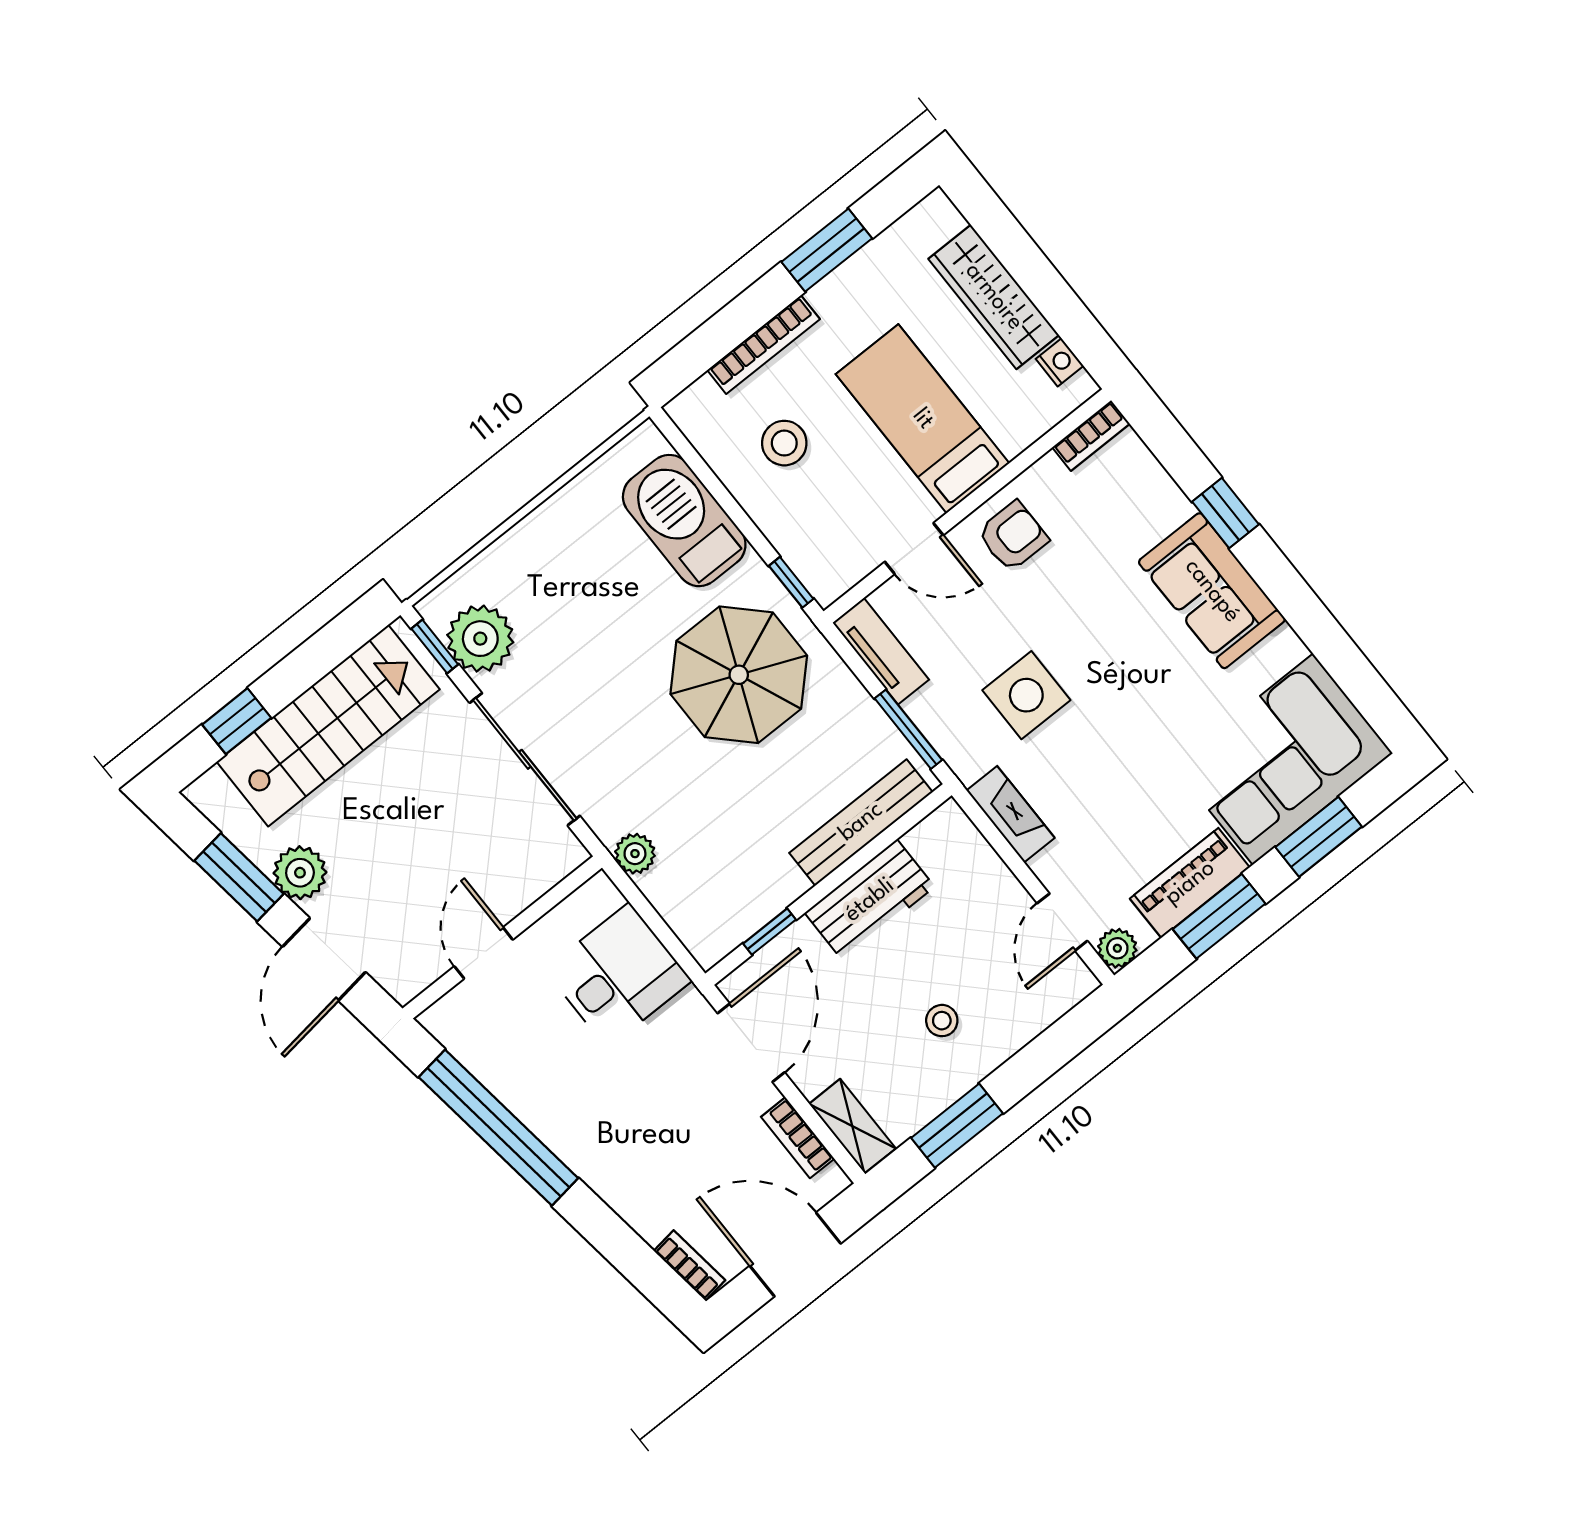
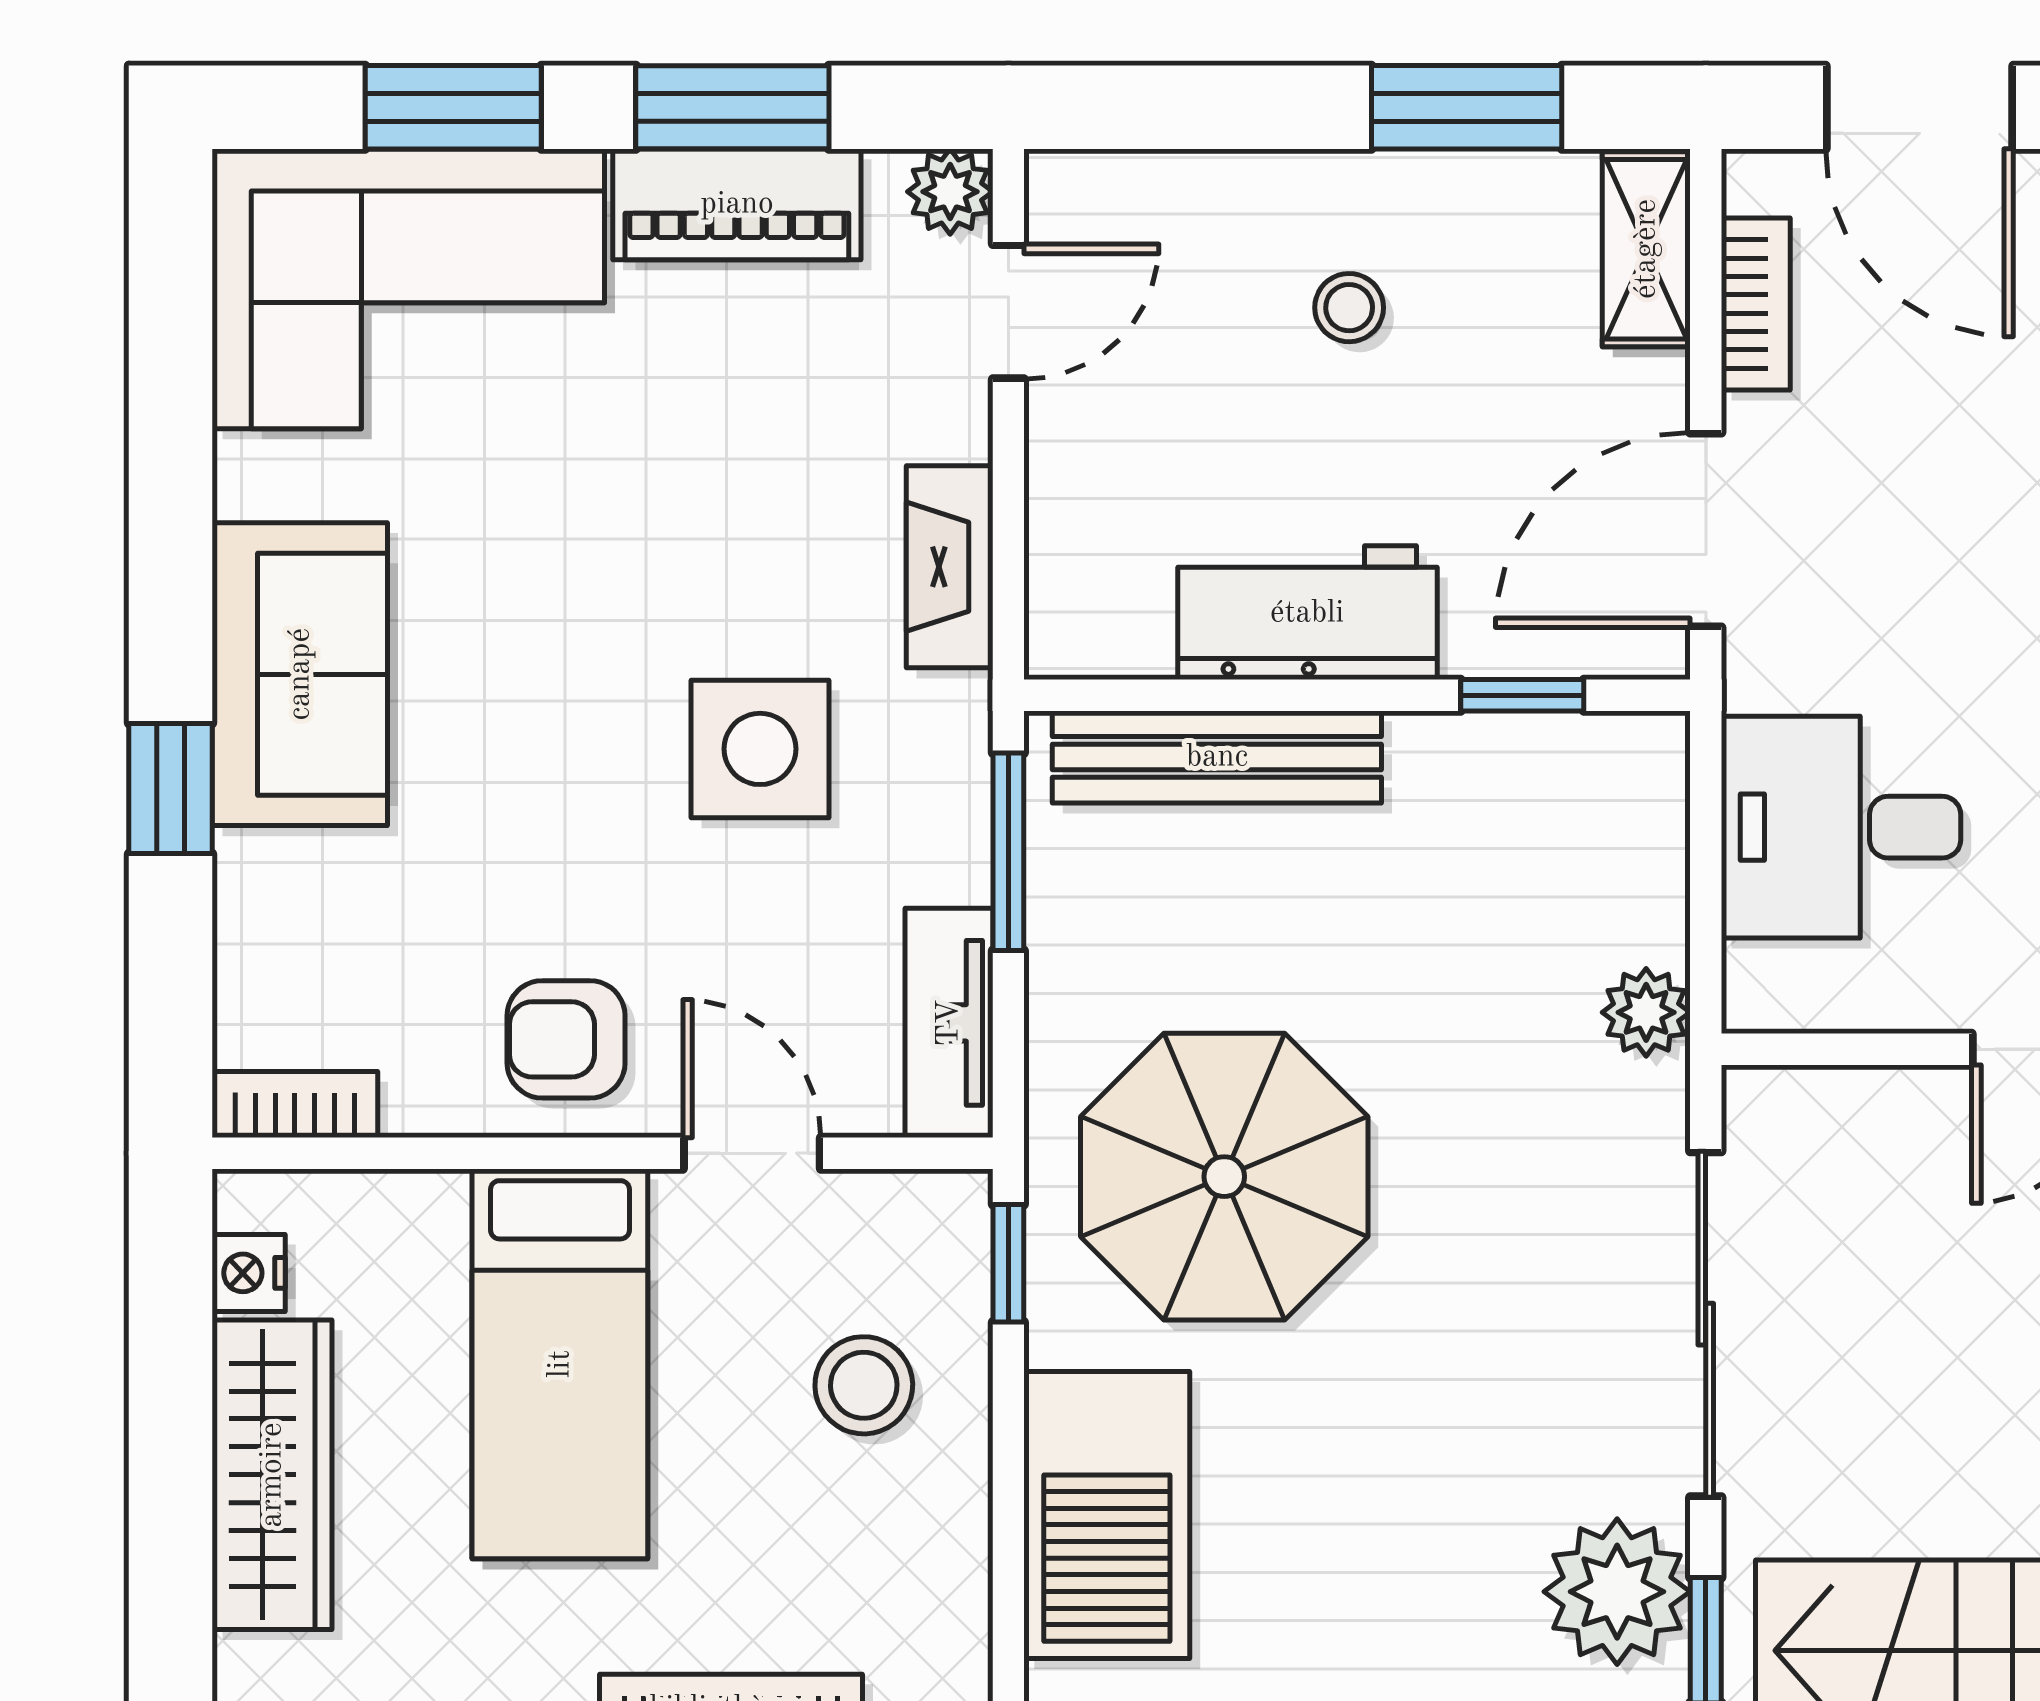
stool: (784, 443) -> (864, 1385), moved

